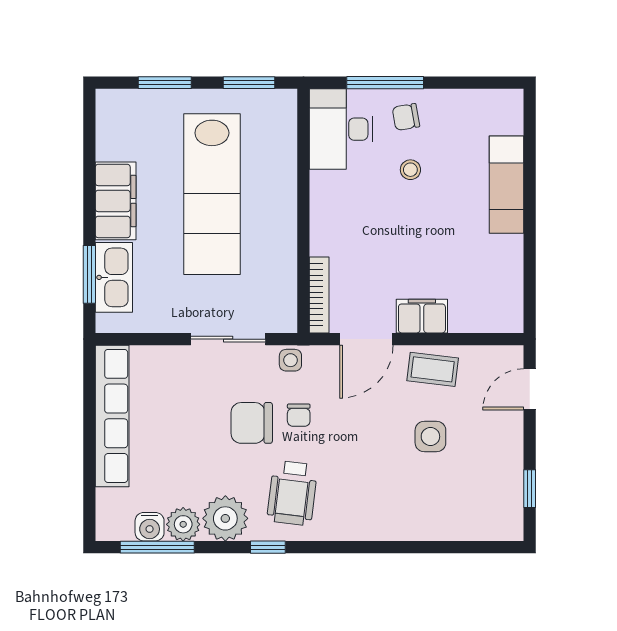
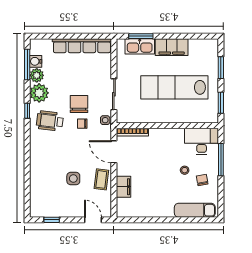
chair: (406, 117) -> (202, 180), moved
exam couch: (506, 185) -> (195, 210), moved
filing cabinet: (422, 316) -> (124, 187), moved

